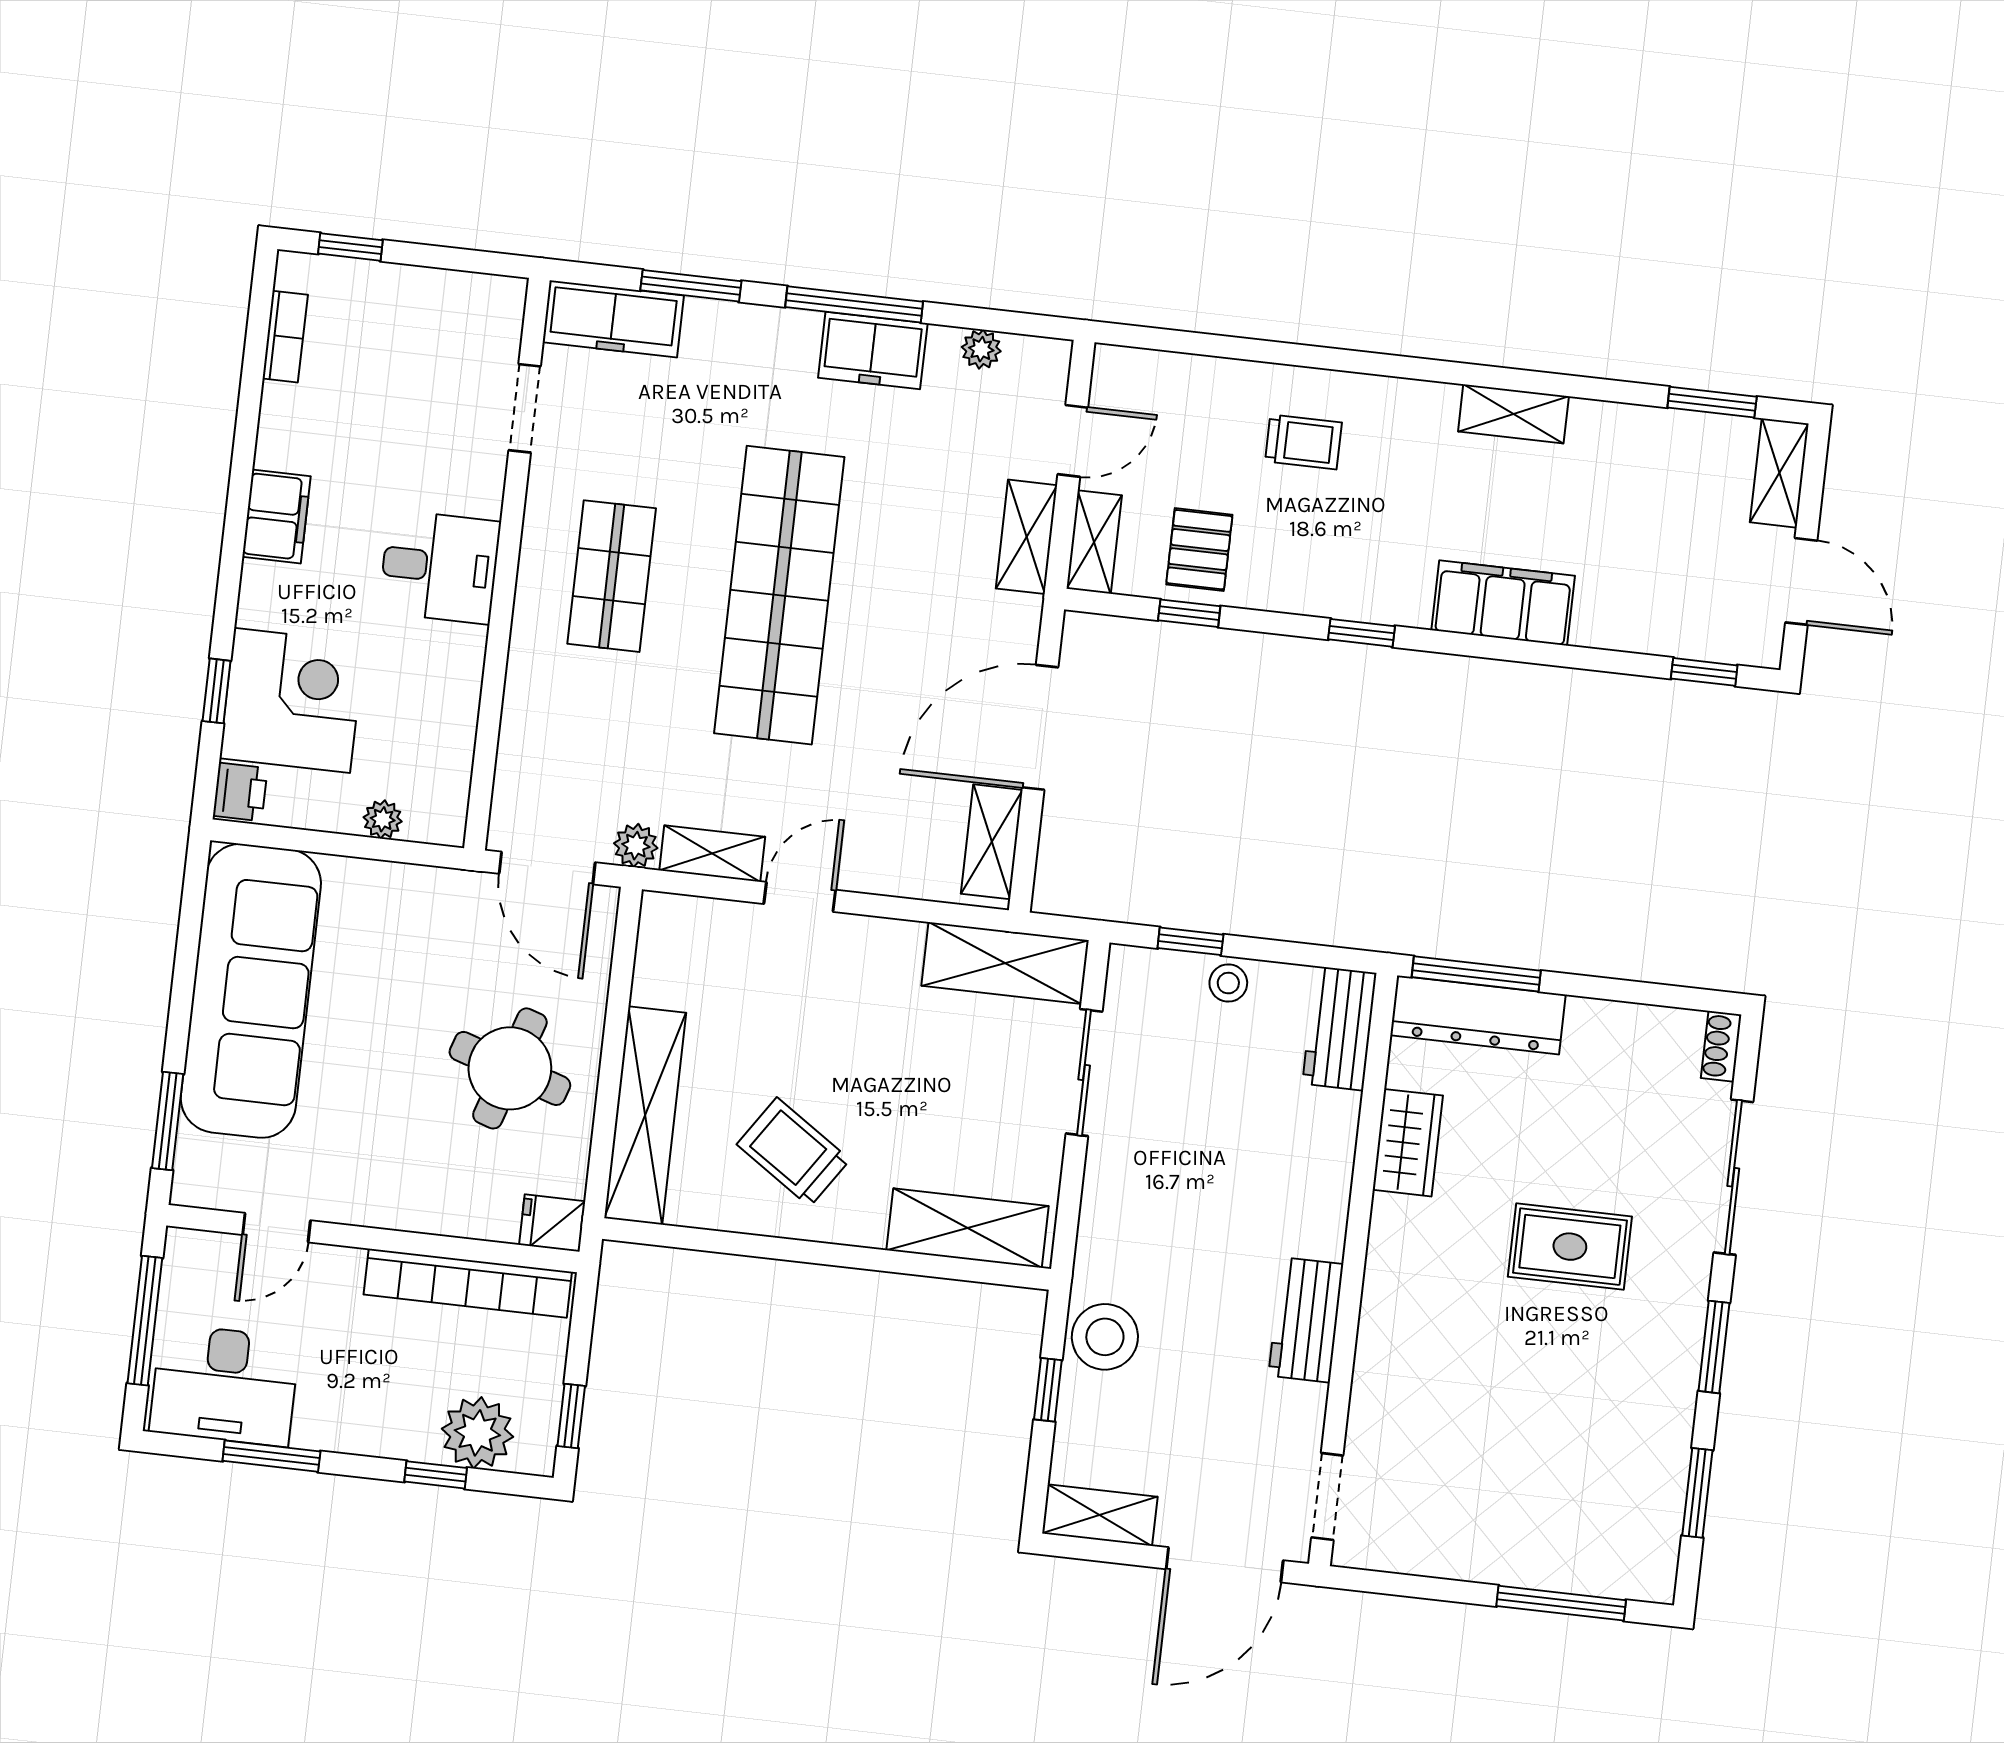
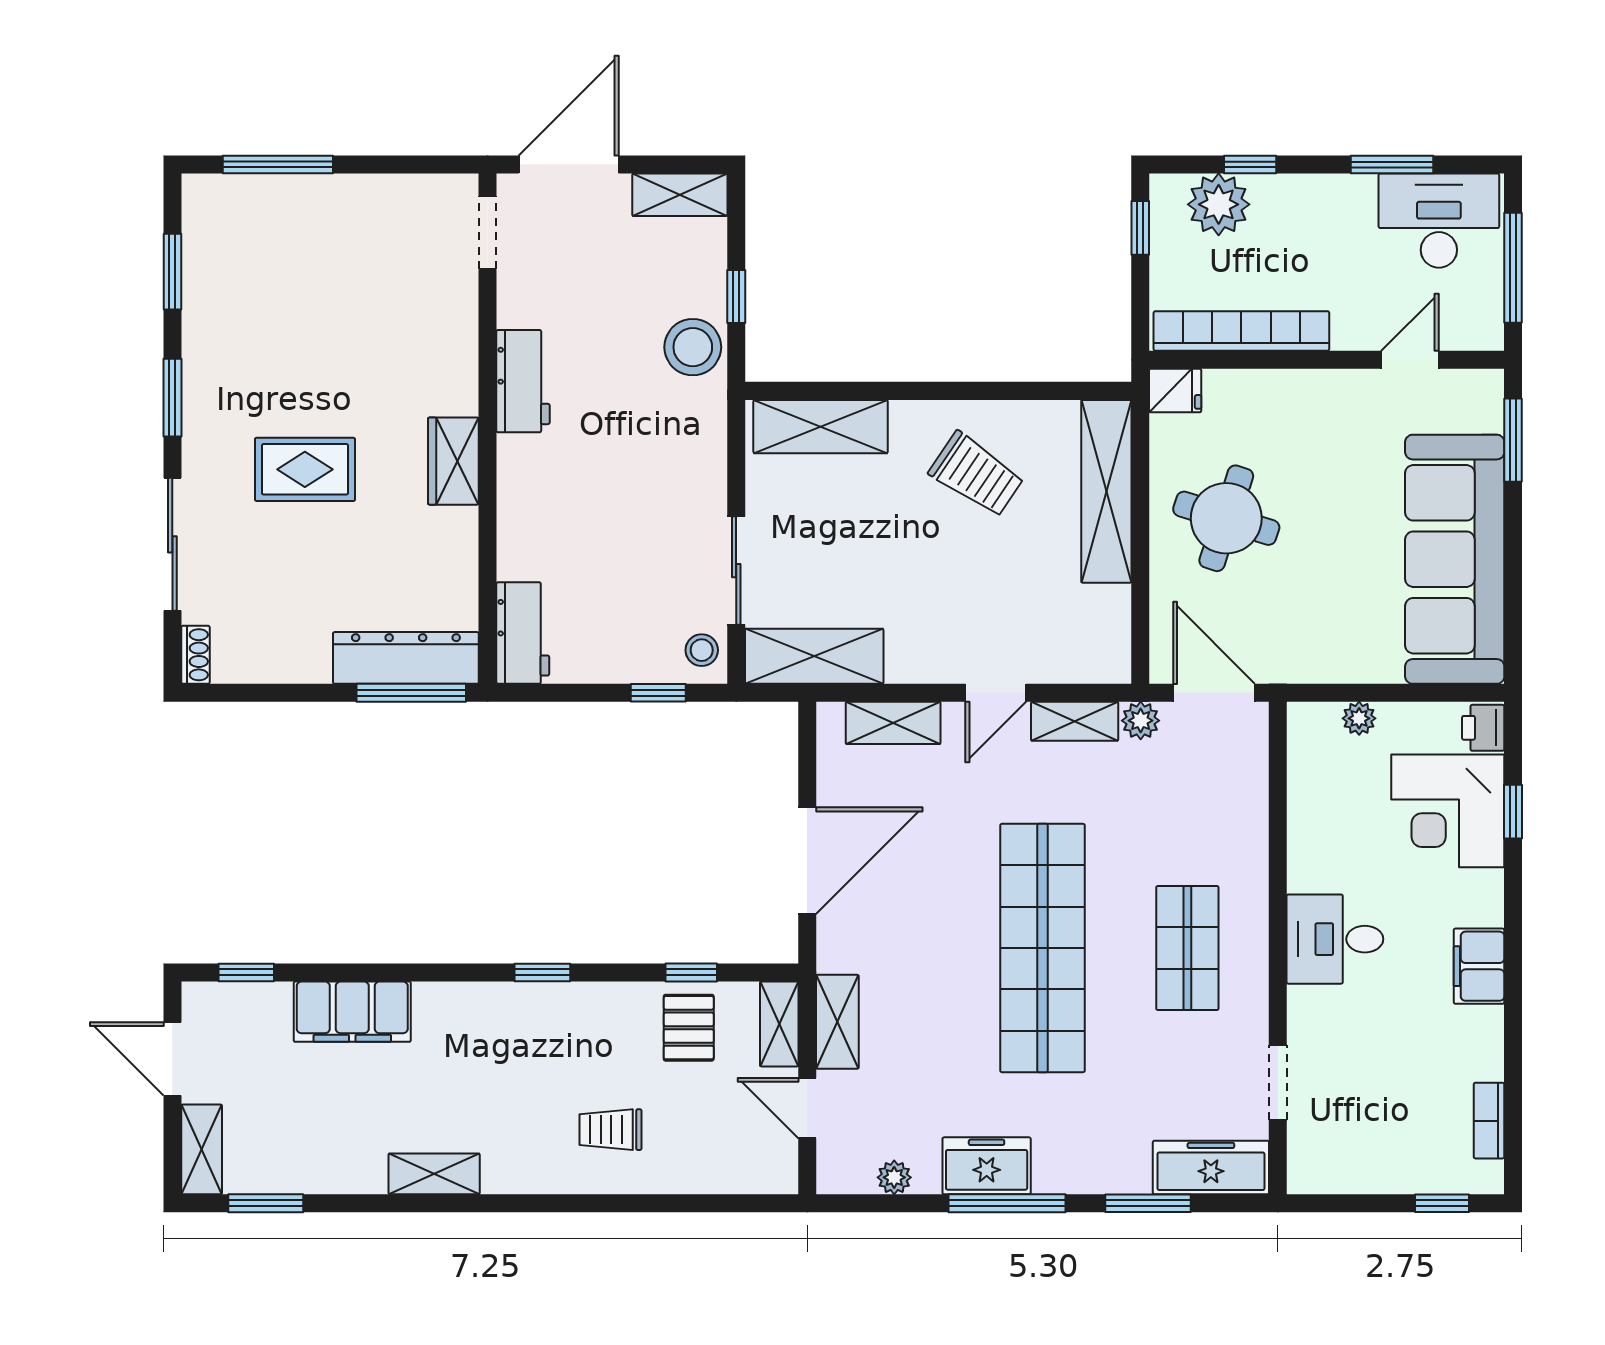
door: (1073, 441) -> (807, 1108), hinge flipped
filing cabinet: (1503, 603) -> (352, 1012), moved
shelving: (992, 842) -> (893, 723), moved, turned 90
stool: (1228, 983) -> (702, 650), moved
wardrobe: (1408, 1143) -> (453, 461), moved

